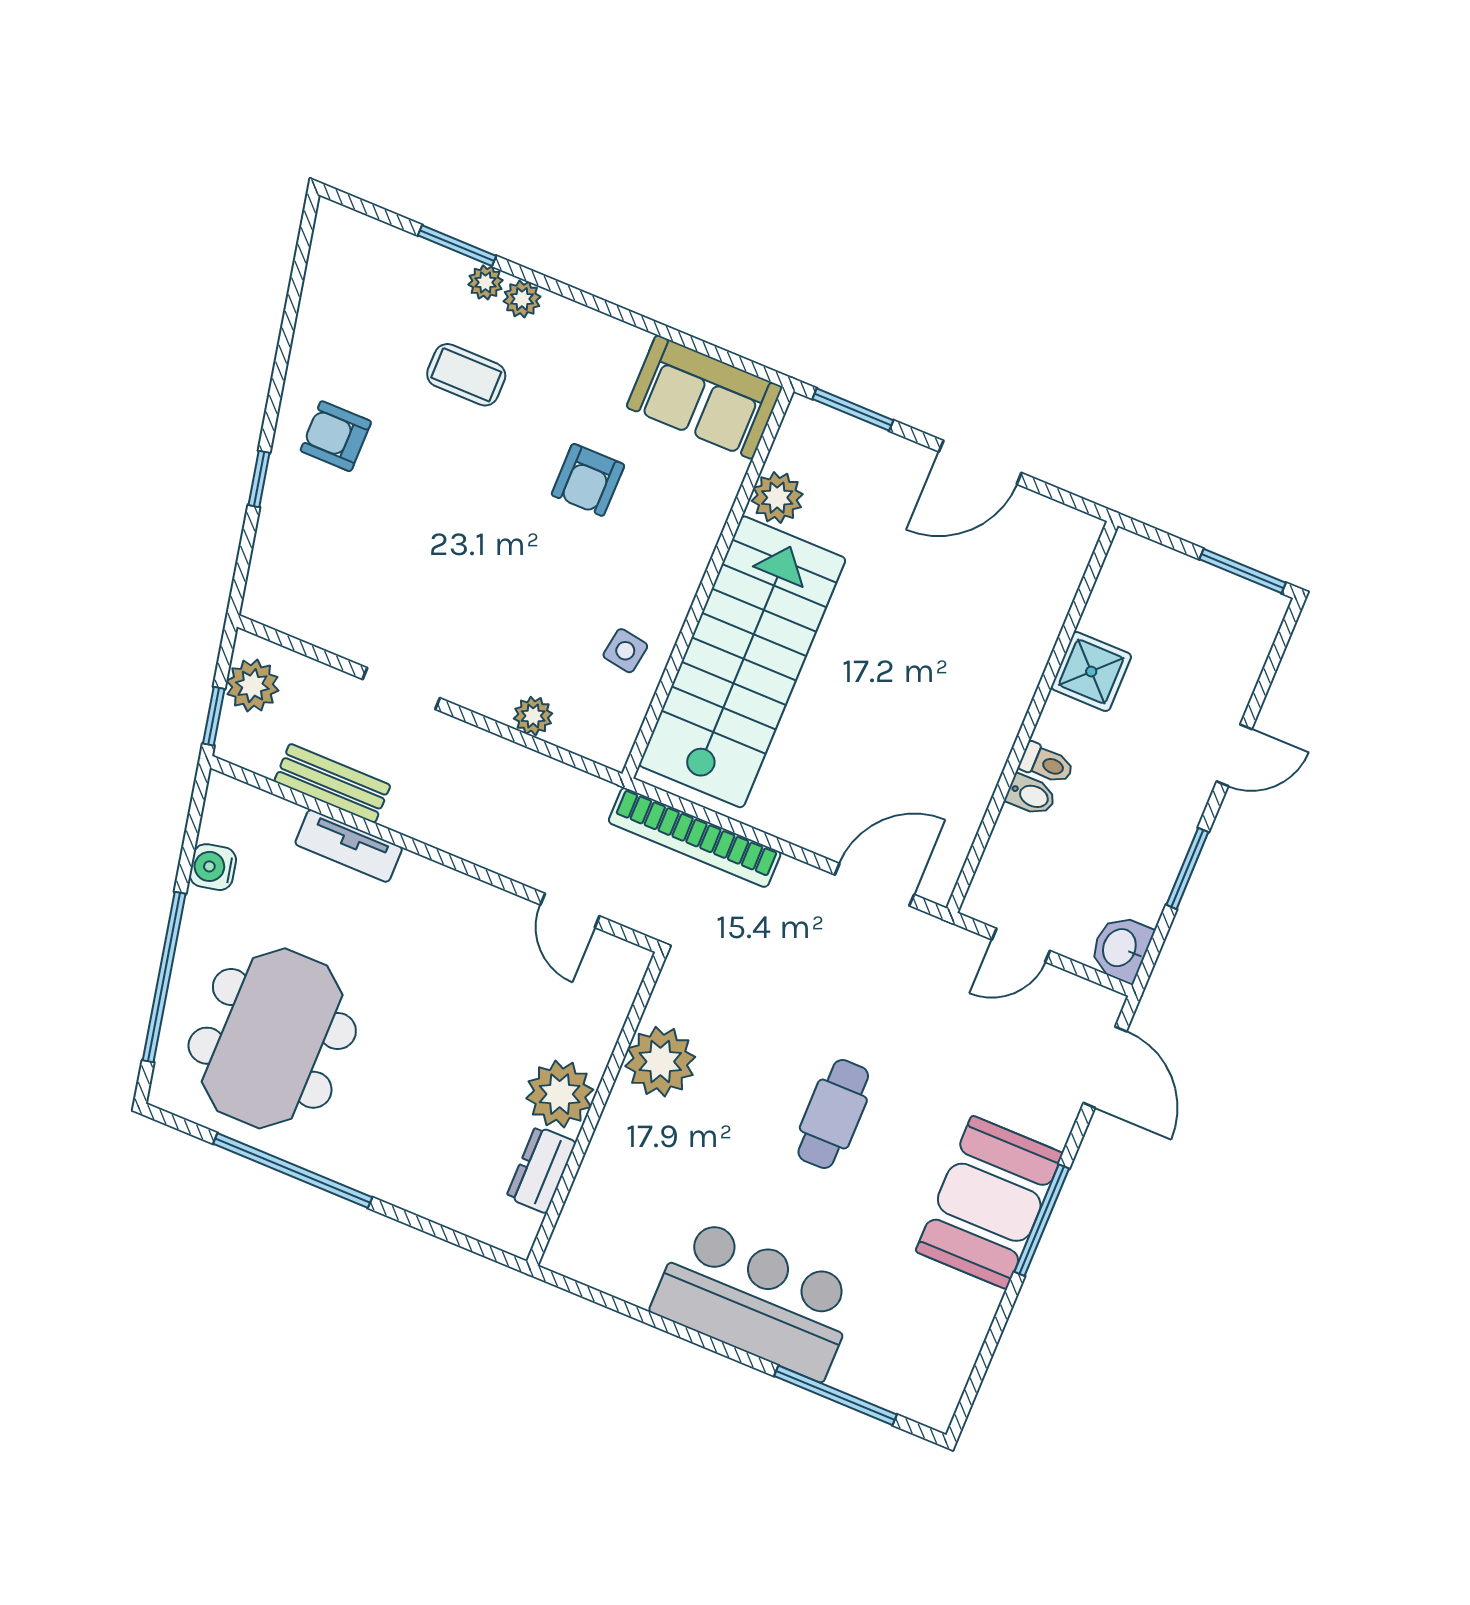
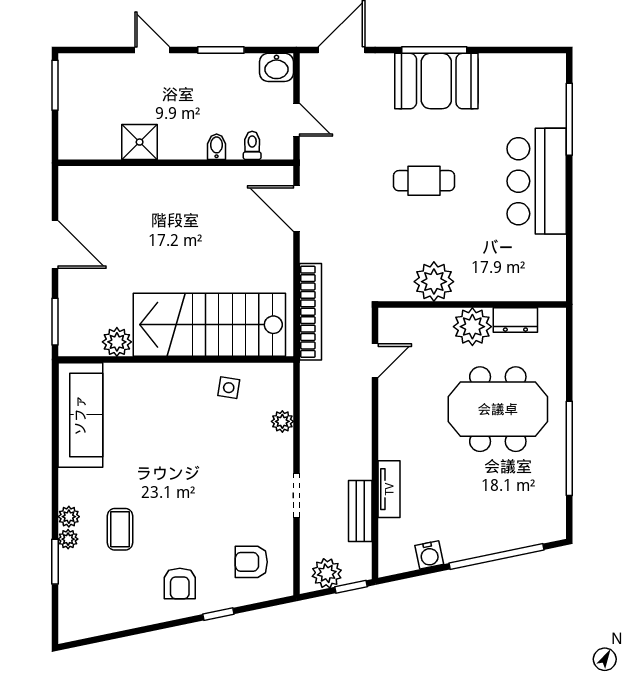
sofa: (704, 397) -> (80, 415), width x1.36
armchair: (588, 480) -> (251, 562), moved, turned 180
toilet: (1046, 764) -> (252, 145), moved
meeting table: (272, 1038) -> (498, 409), moved

